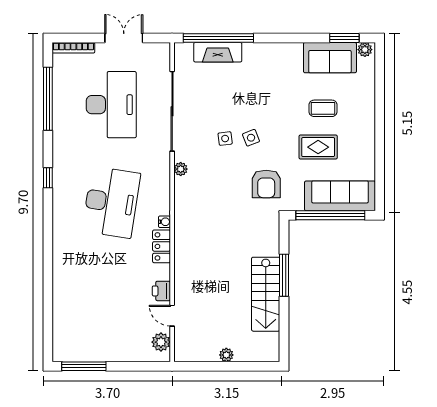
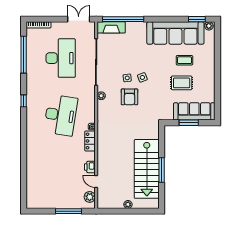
double door: (124, 38) -> (79, 19), moved
fireplace: (218, 52) -> (111, 27), moved
sofa: (330, 58) -> (175, 33), width x1.85, depth x1.27
armchair: (266, 184) -> (129, 97), moved
window: (330, 215) -> (189, 123), width x0.47
window: (284, 275) -> (162, 170), moved
stairs: (266, 294) -> (147, 169), width x1.36, depth x1.51
window: (84, 366) -> (68, 211), moved

